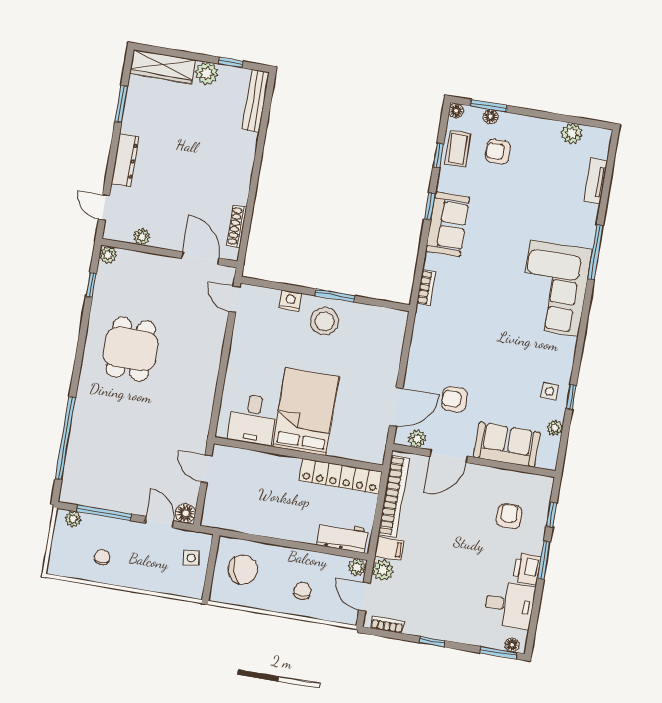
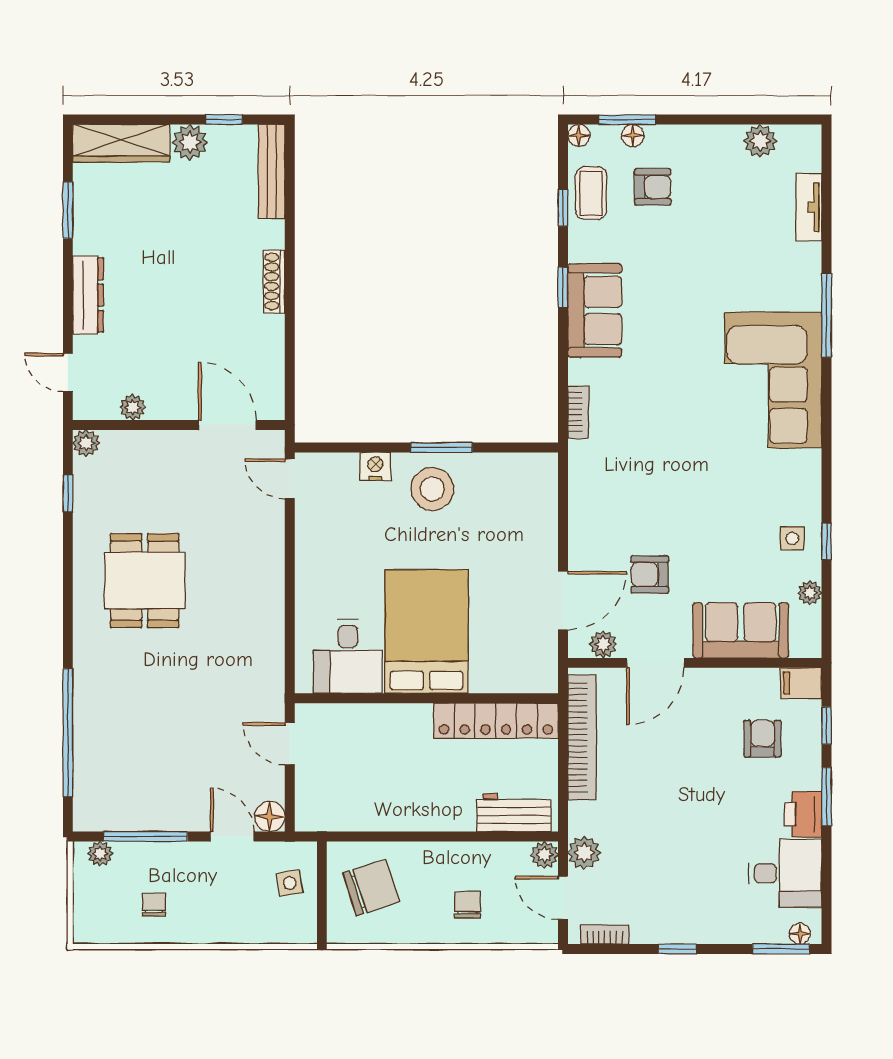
armchair: (498, 151) -> (653, 187), turned 180
shoe rack: (236, 226) -> (274, 281), moved
filing cabinet: (389, 548) -> (801, 683), moved, turned 180

